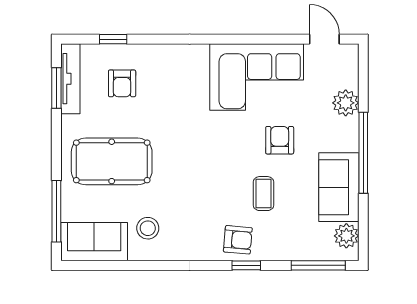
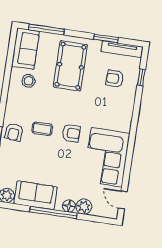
door: (324, 39) -> (123, 200), swing flipped
window: (56, 88) -> (106, 38), moved
floor lamp: (348, 128) -> (69, 206), added
armchair: (280, 140) -> (71, 133), moved
coffee table: (264, 194) -> (42, 129), moved

